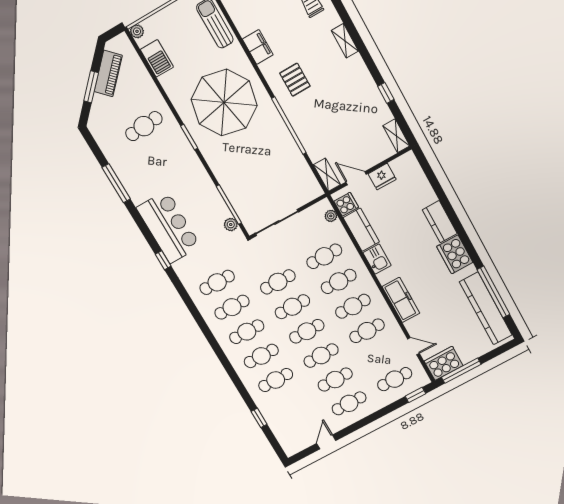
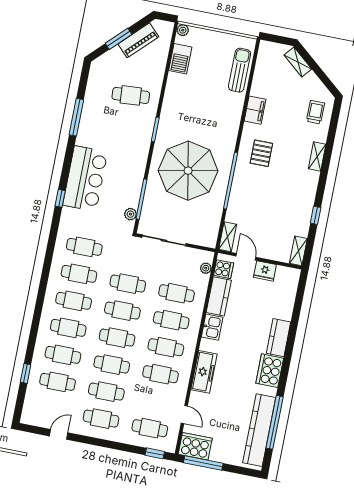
parasol: (224, 103) -> (188, 171), moved
cafe table: (290, 404) -> (58, 382), added

